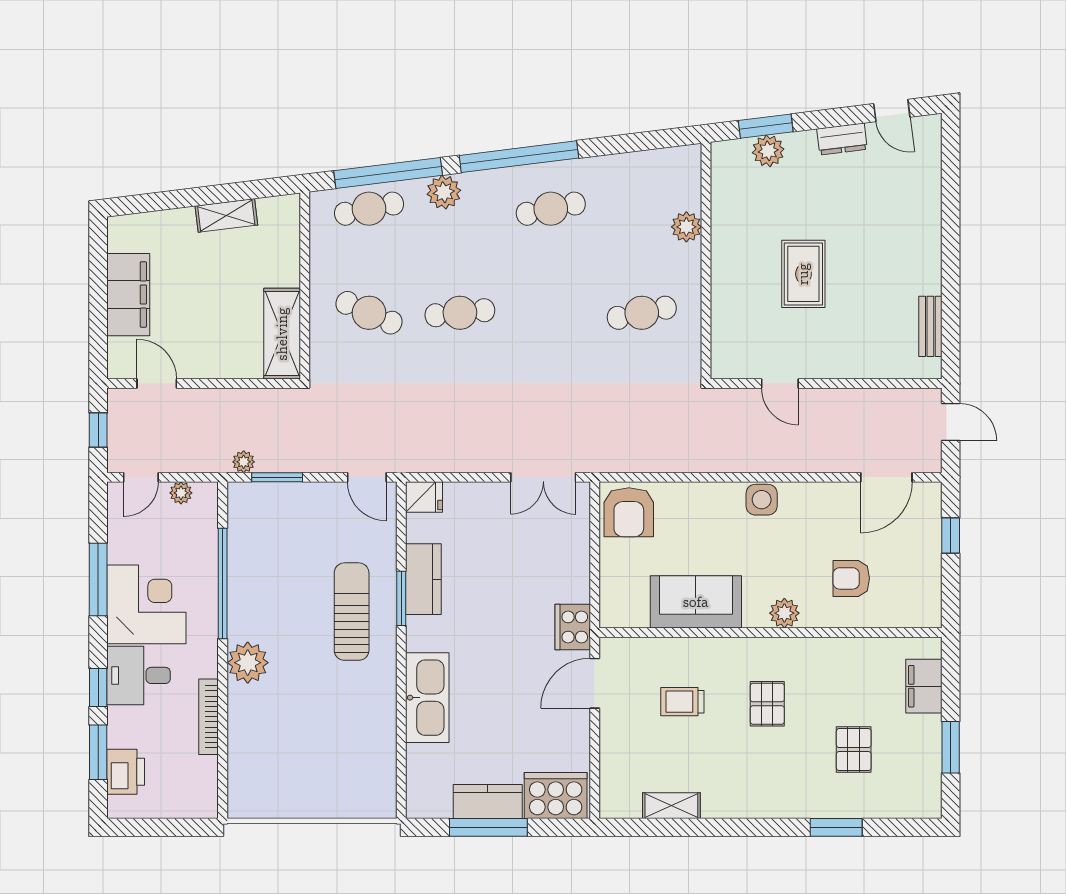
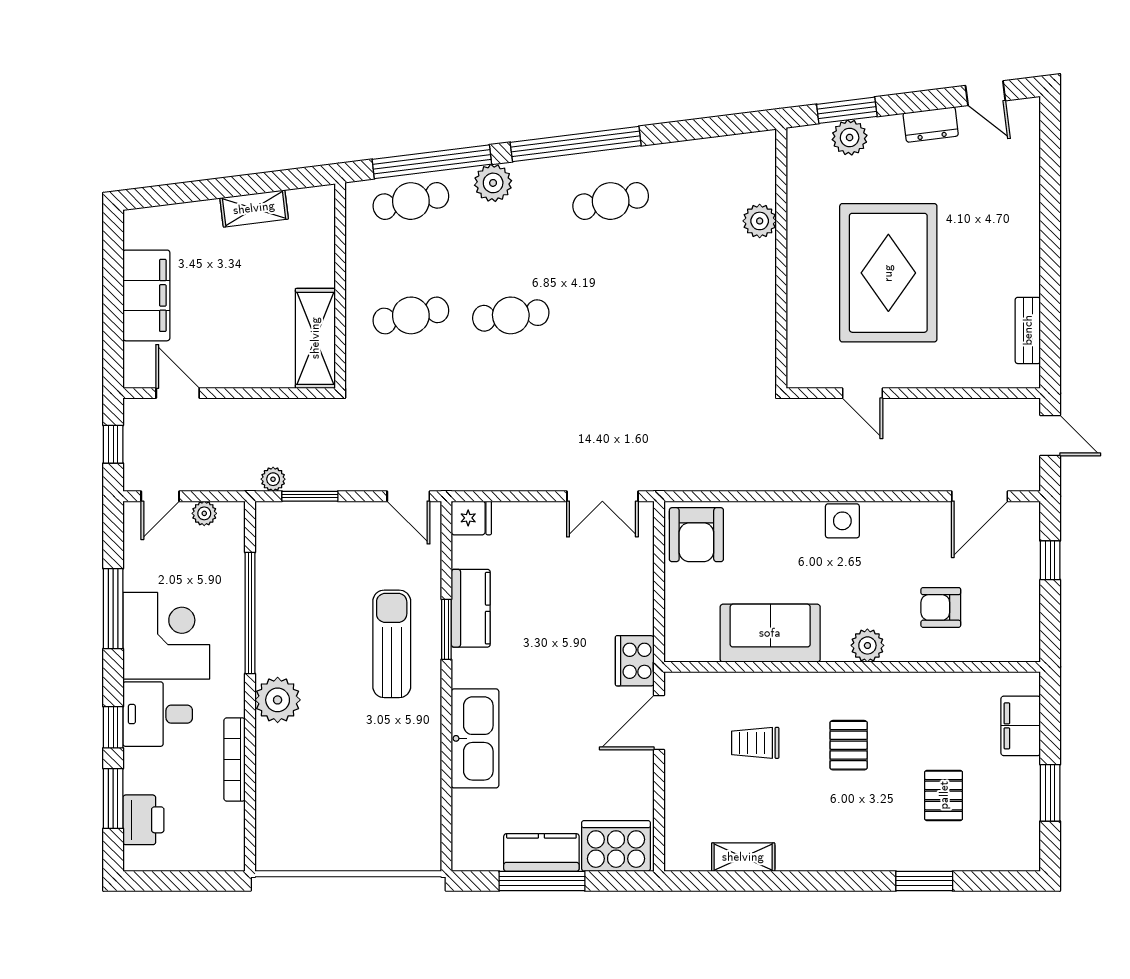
rug: (803, 274) -> (888, 273), width x1.86, depth x2.06
cafe table: (369, 313) -> (411, 315), turned -36
cafe table: (642, 313) -> (711, 315), removed

